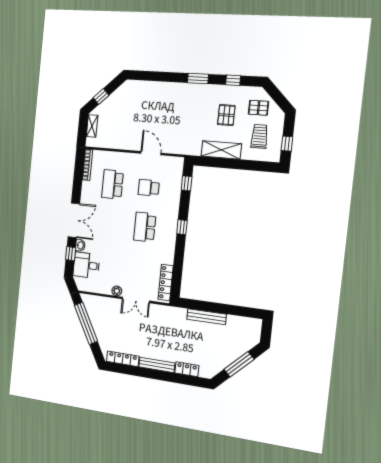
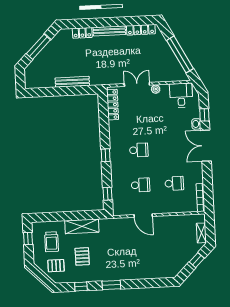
school desk: (112, 184) -> (174, 183), width x0.54
school desk: (145, 227) -> (139, 150), width x0.54
desk: (86, 265) -> (181, 95), moved, turned -90

